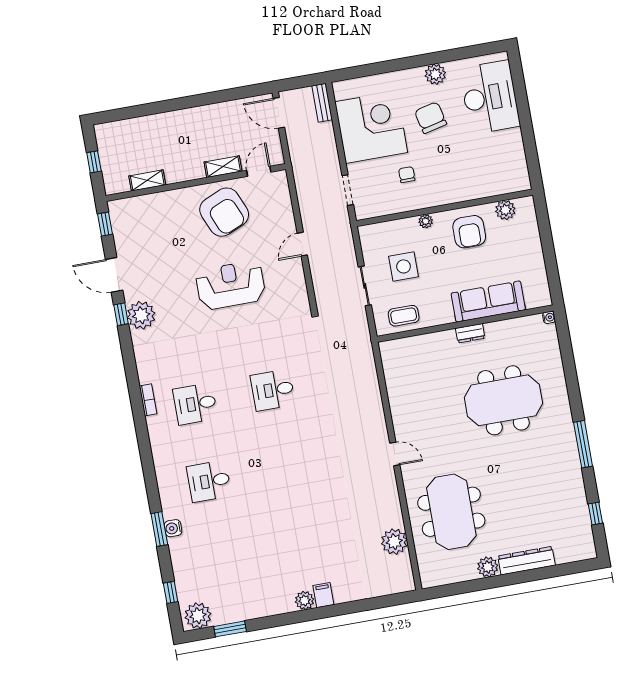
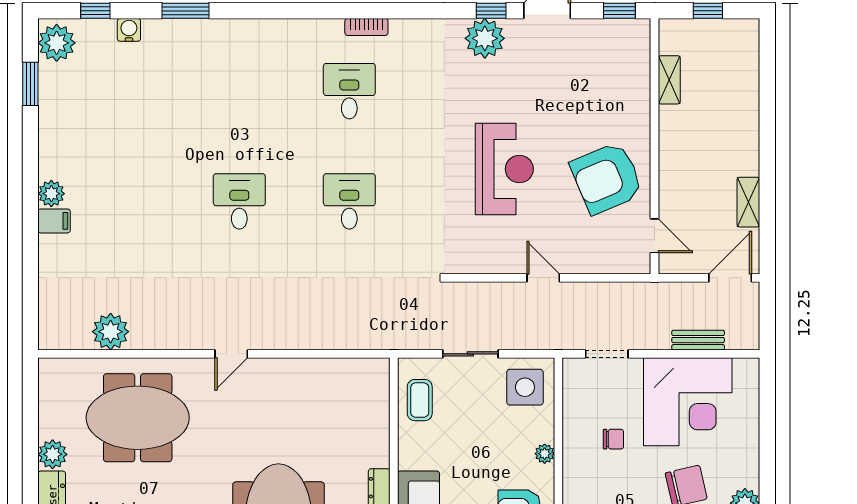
bench: (322, 103) -> (698, 340), moved
shelving: (223, 167) -> (748, 202), moved
side table: (404, 266) -> (525, 387), moved
desk: (209, 481) -> (239, 201), moved
water cooler: (173, 528) -> (129, 30), moved

